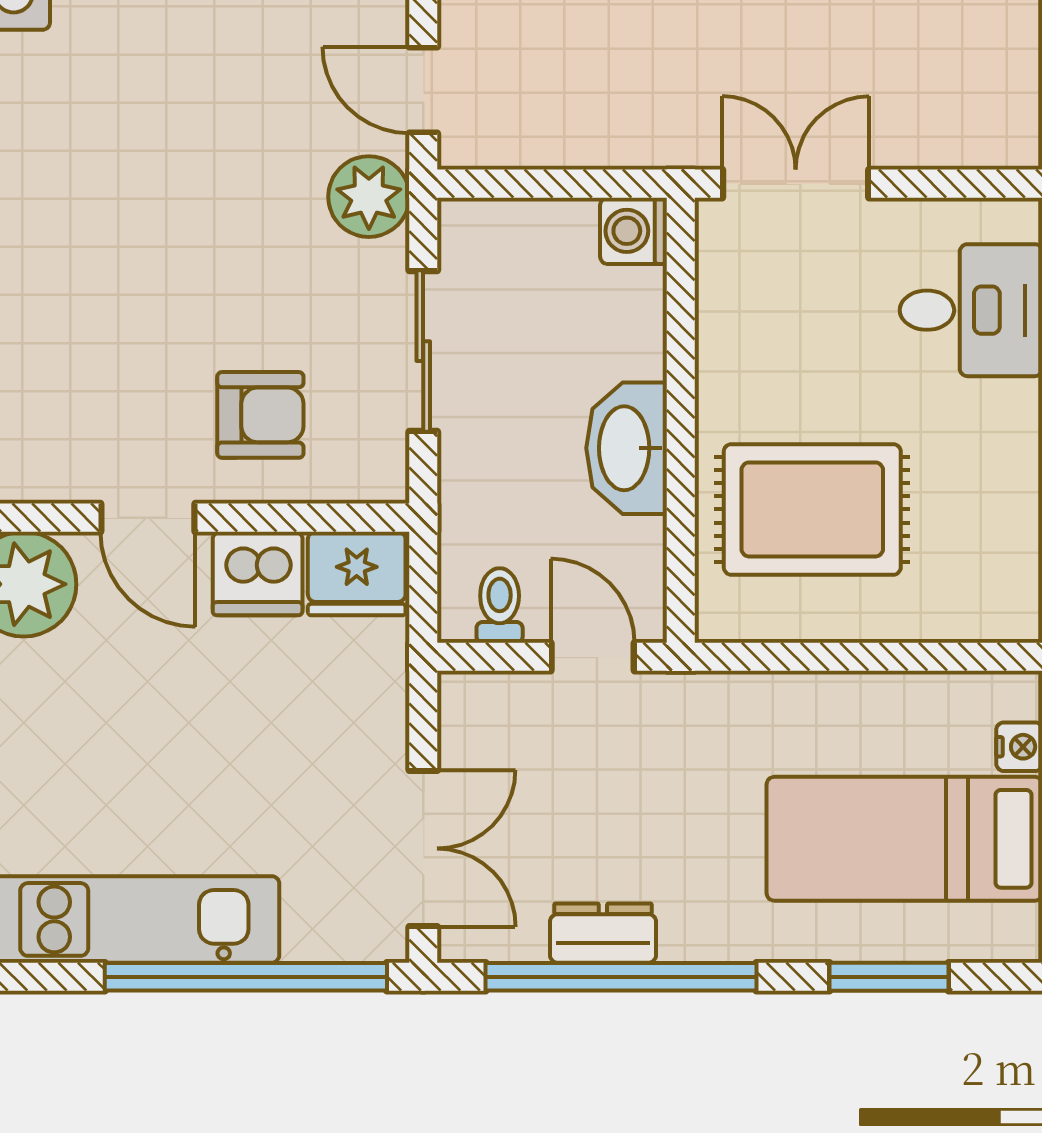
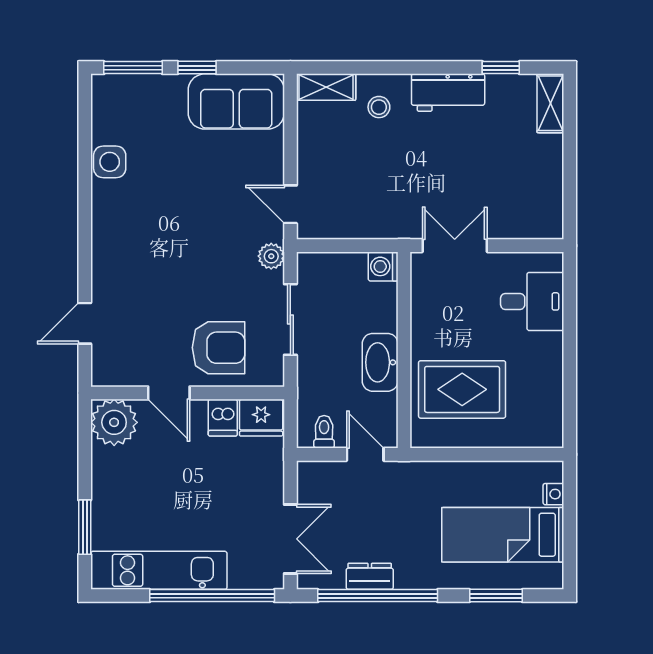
plant: (369, 197) -> (271, 256), width x0.73, depth x0.73
armchair: (260, 415) -> (219, 348), width x1.38, depth x1.38
dishwasher: (258, 573) -> (223, 418), width x0.73

